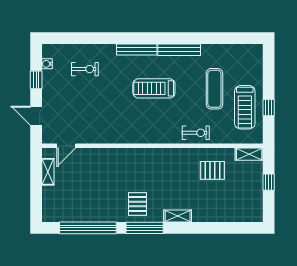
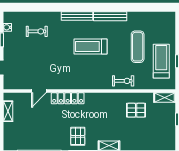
treadmill: (245, 107) -> (161, 61), turned 180
door: (66, 146) -> (39, 91), moved
locker: (124, 155) -> (68, 98), added

